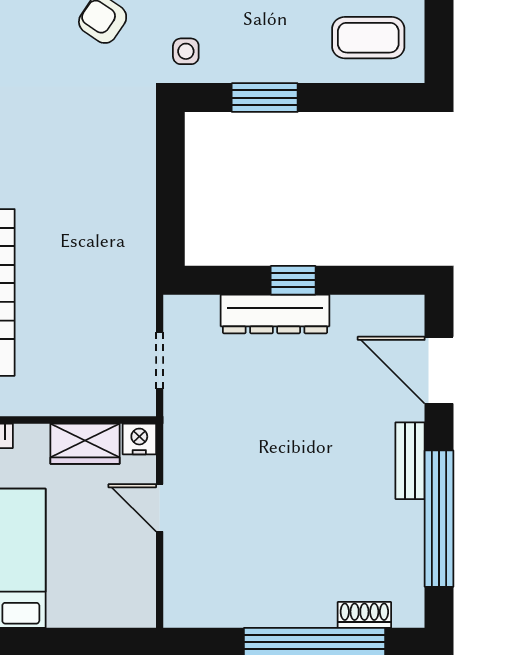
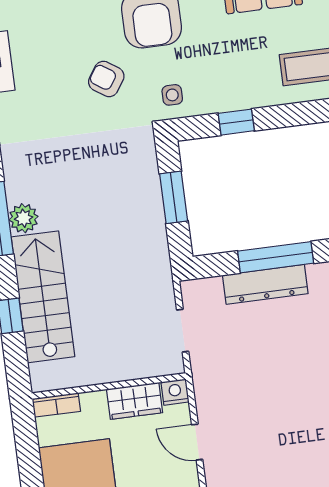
window: (265, 98) -> (236, 122), width x0.67
window: (170, 185) -> (174, 197), added
window: (293, 280) -> (276, 257), width x2.17

